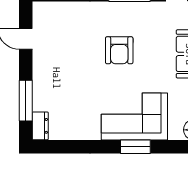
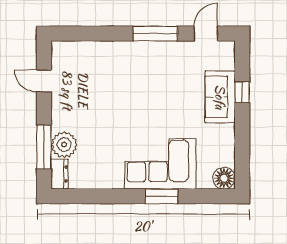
armchair: (119, 50) -> (144, 93), removed
plant: (44, 98) -> (64, 145), added

